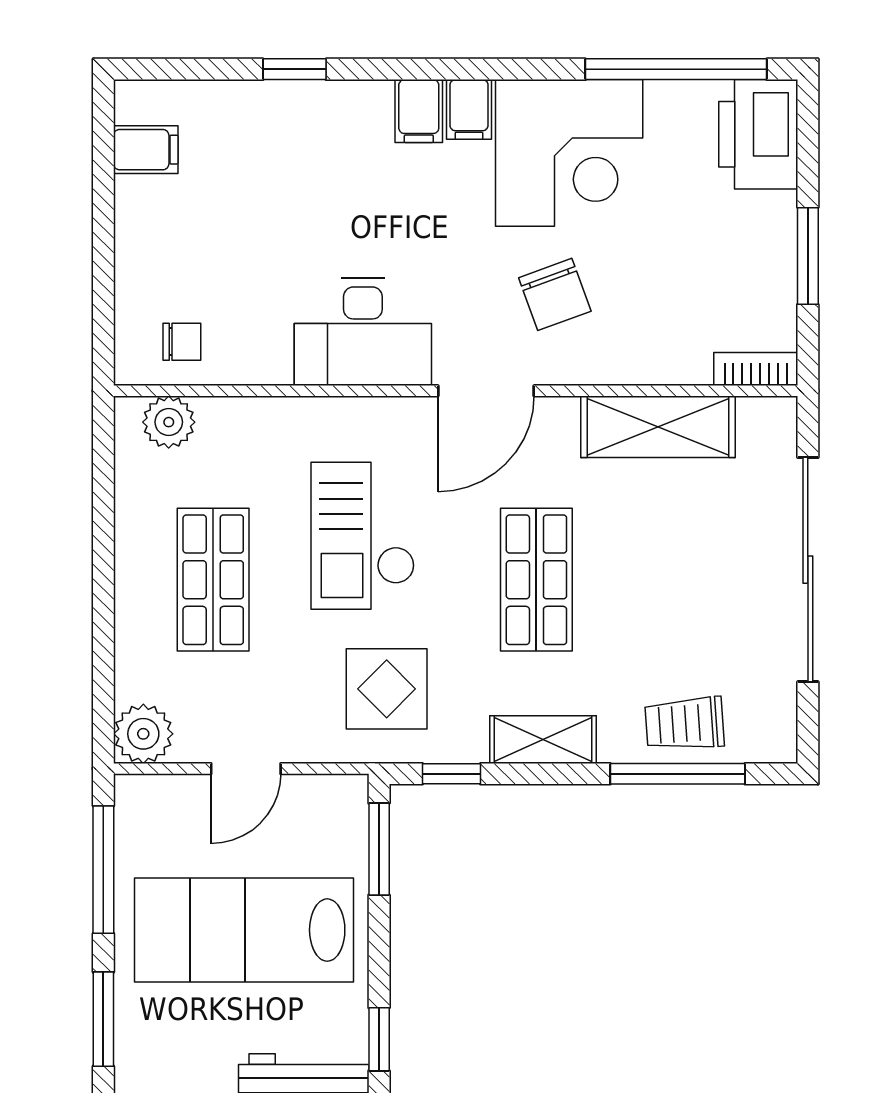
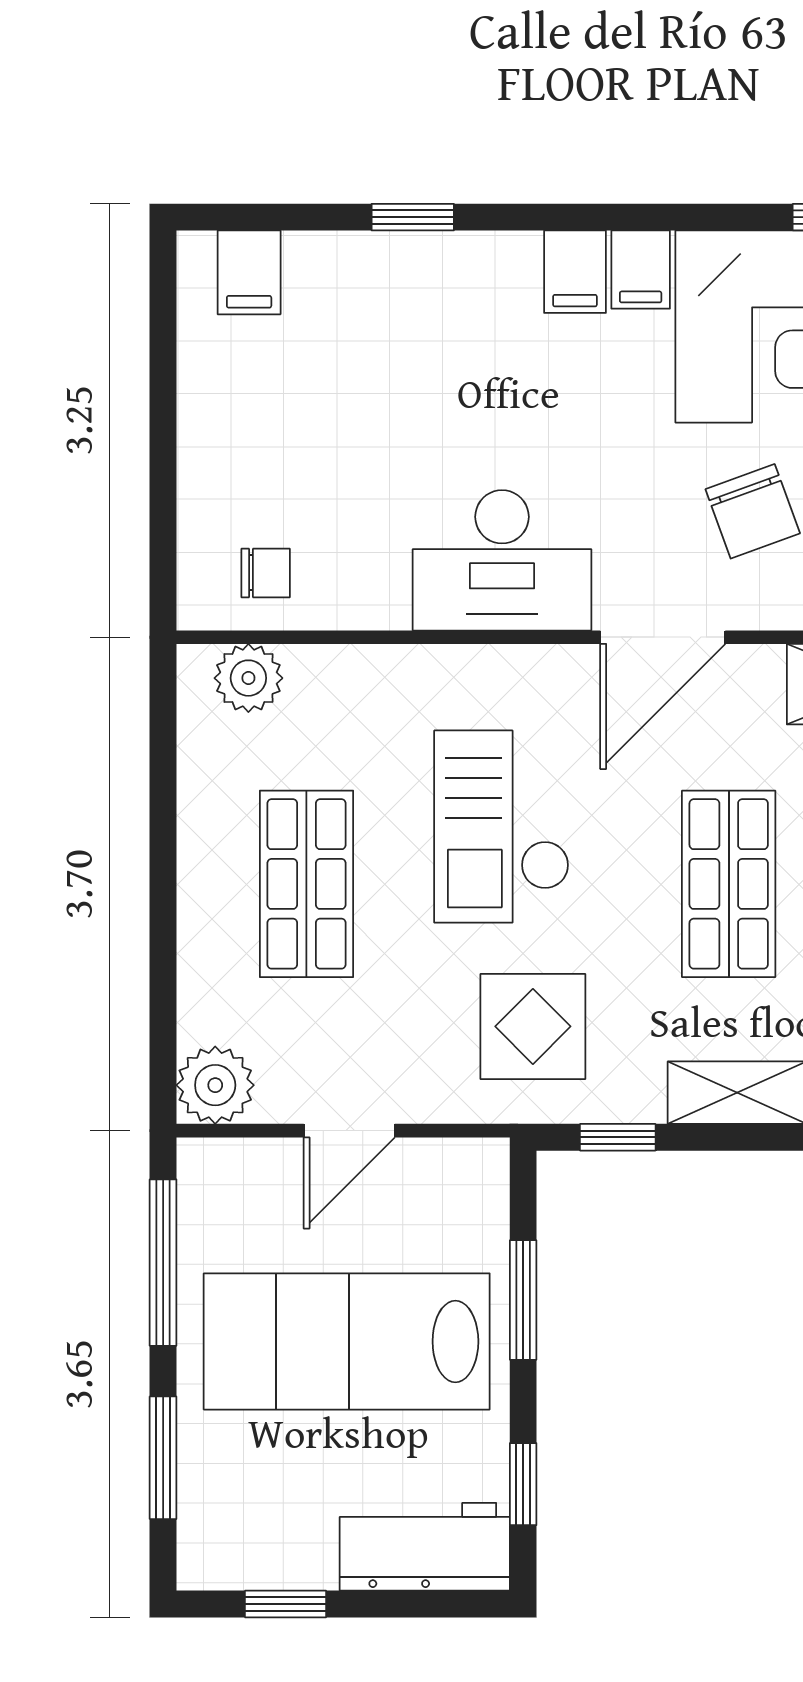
filing cabinet: (146, 150) -> (249, 272), moved, turned 90
window: (379, 849) -> (523, 1300), moved

